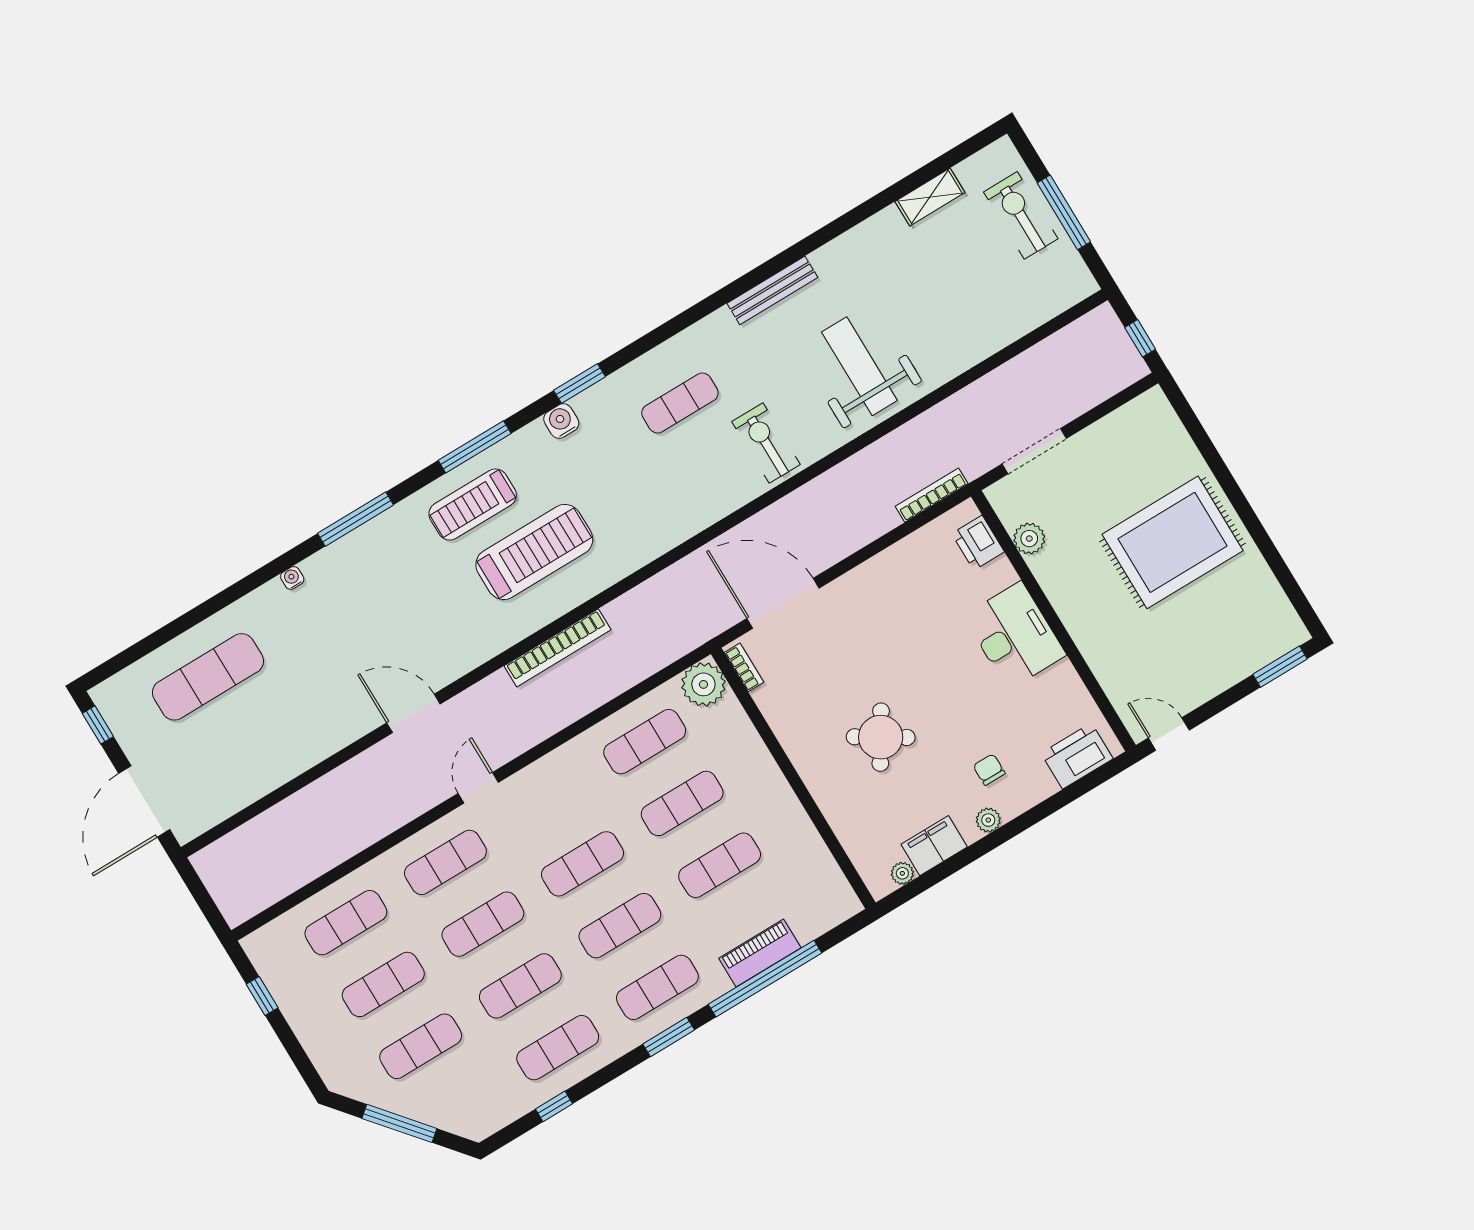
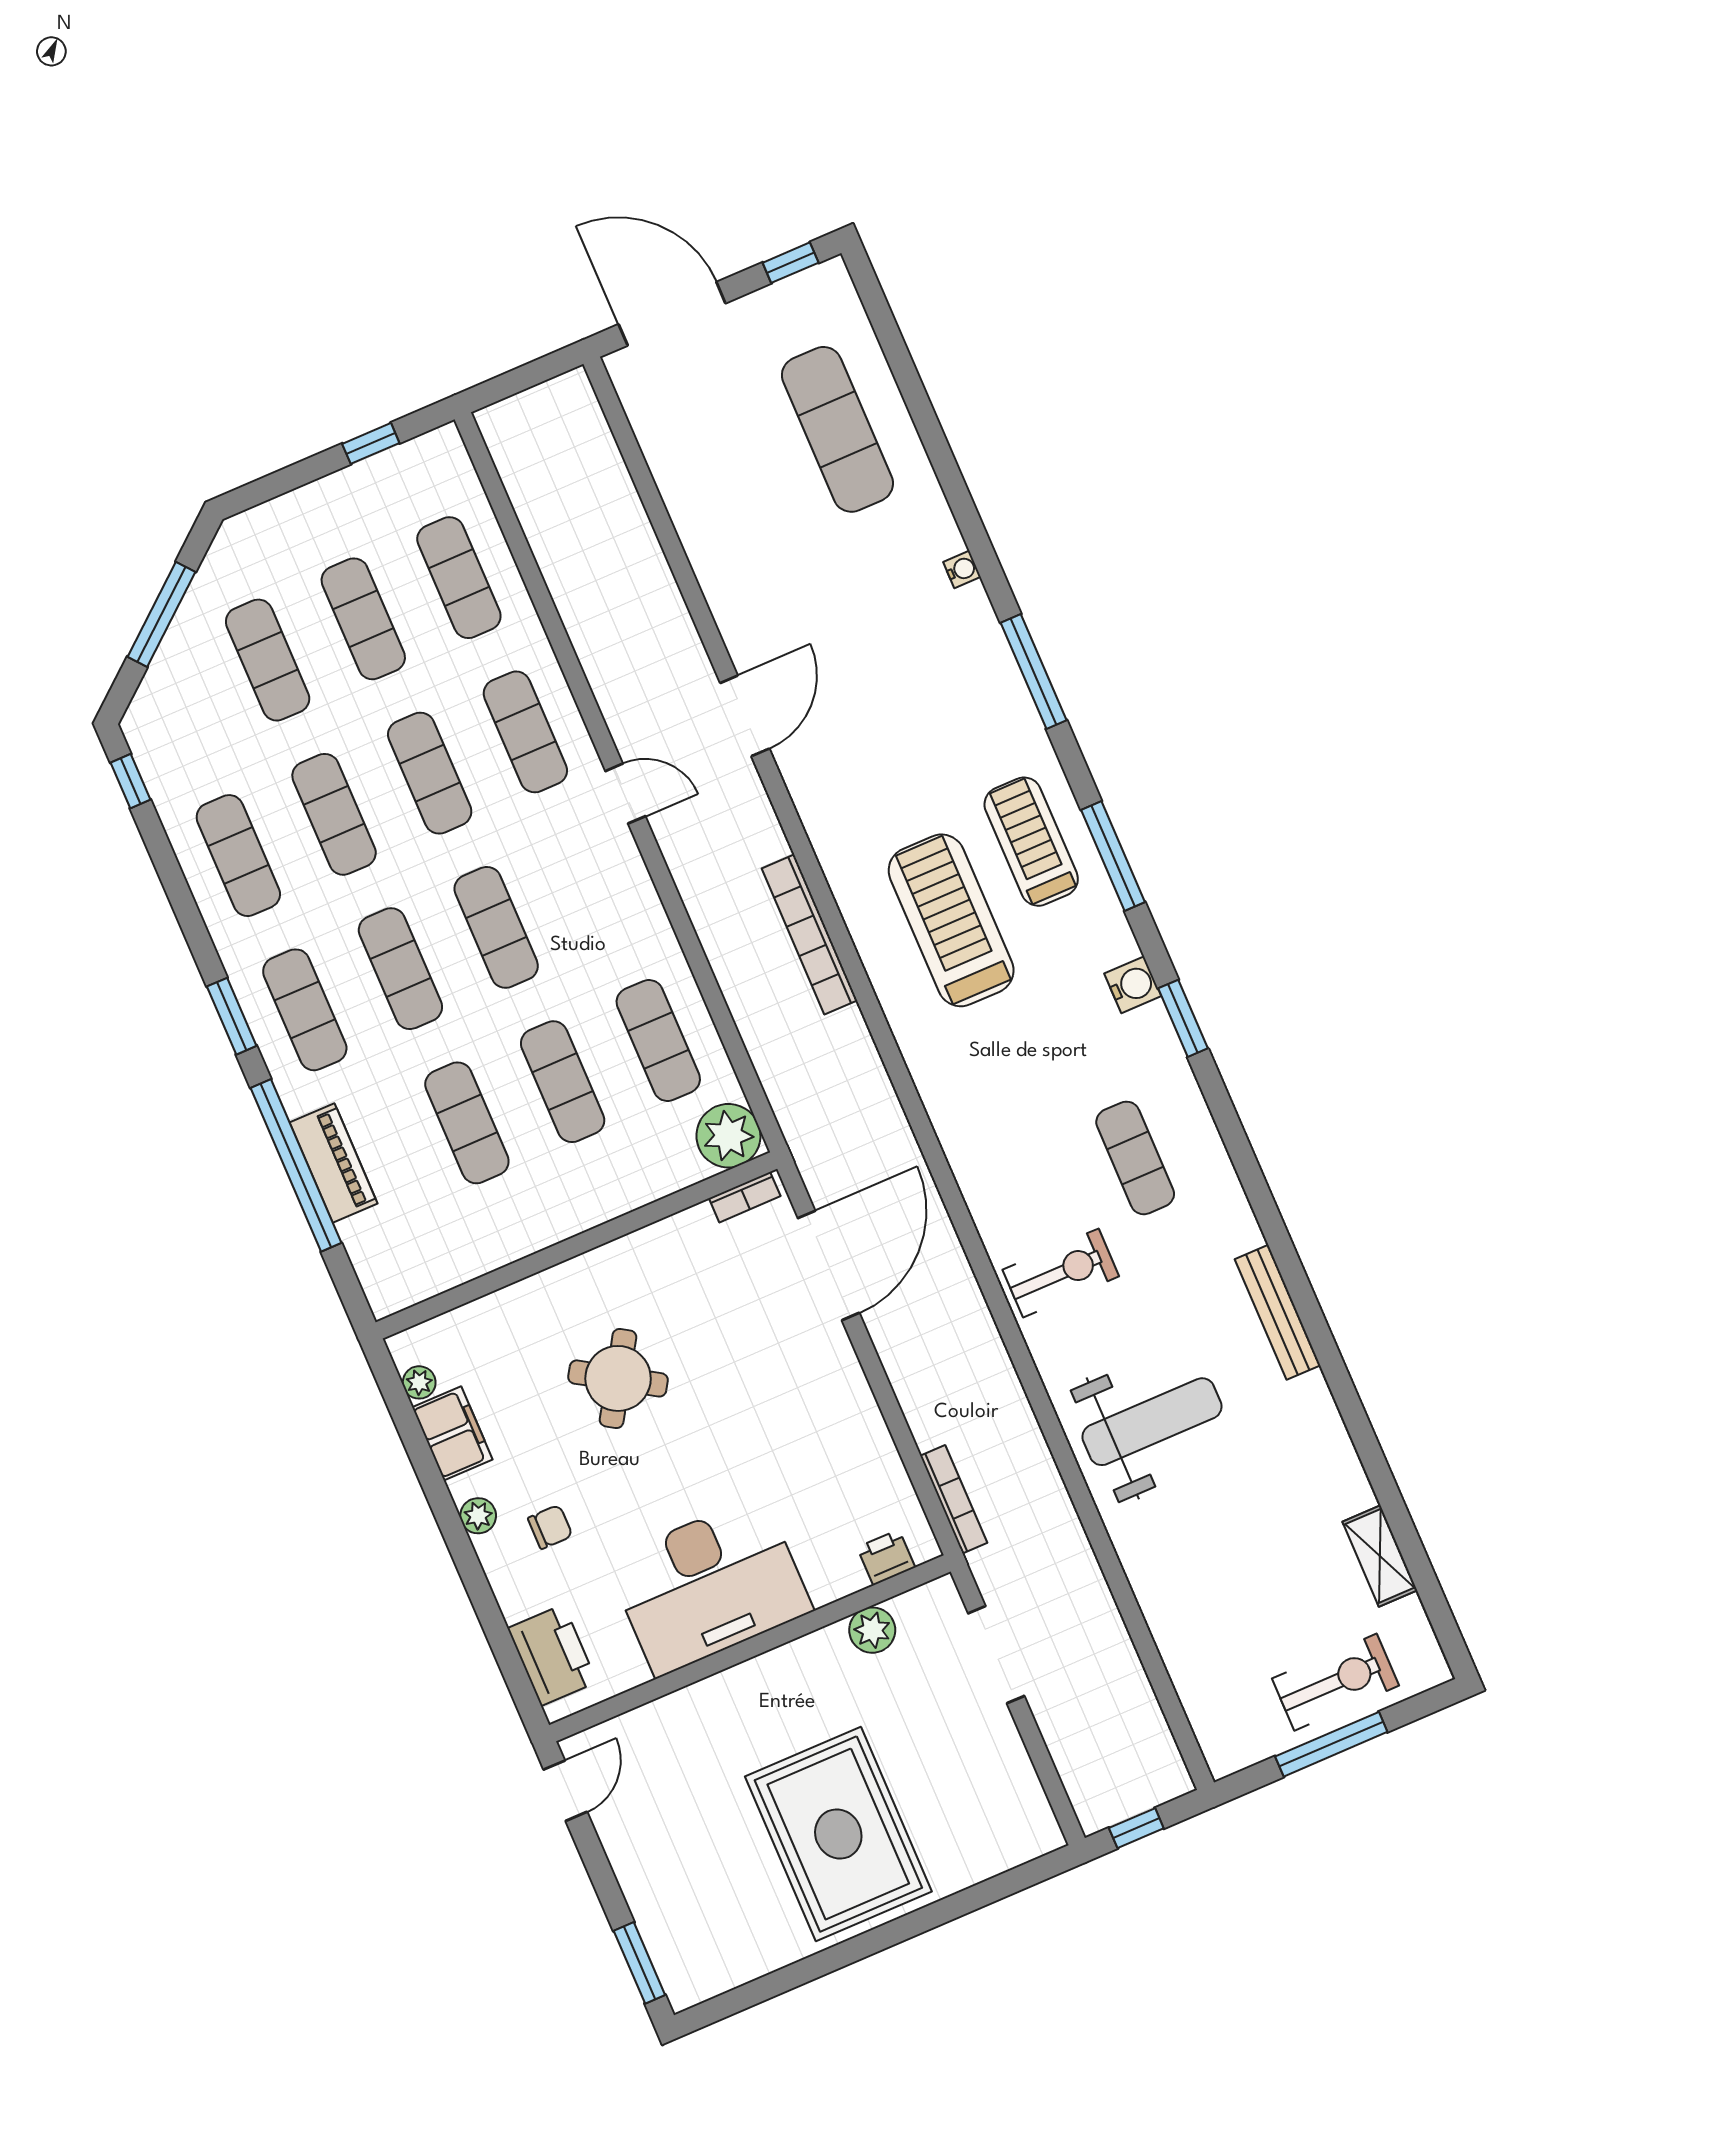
printer: (978, 543) -> (886, 1557), width x0.73, depth x0.81
treadmill: (534, 552) -> (951, 920), turned 180
desk: (1015, 635) -> (709, 1586), width x1.36, depth x1.30
window: (554, 1106) -> (130, 781), moved

